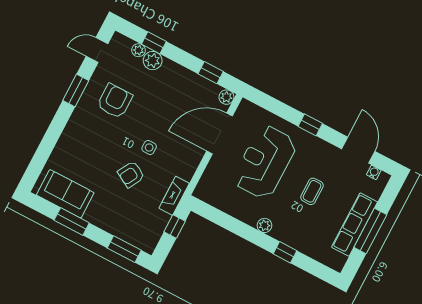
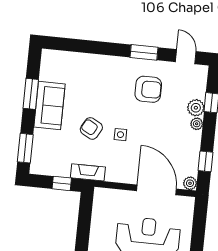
plant: (139, 50) -> (197, 124), moved
sofa: (65, 194) -> (49, 105), moved

